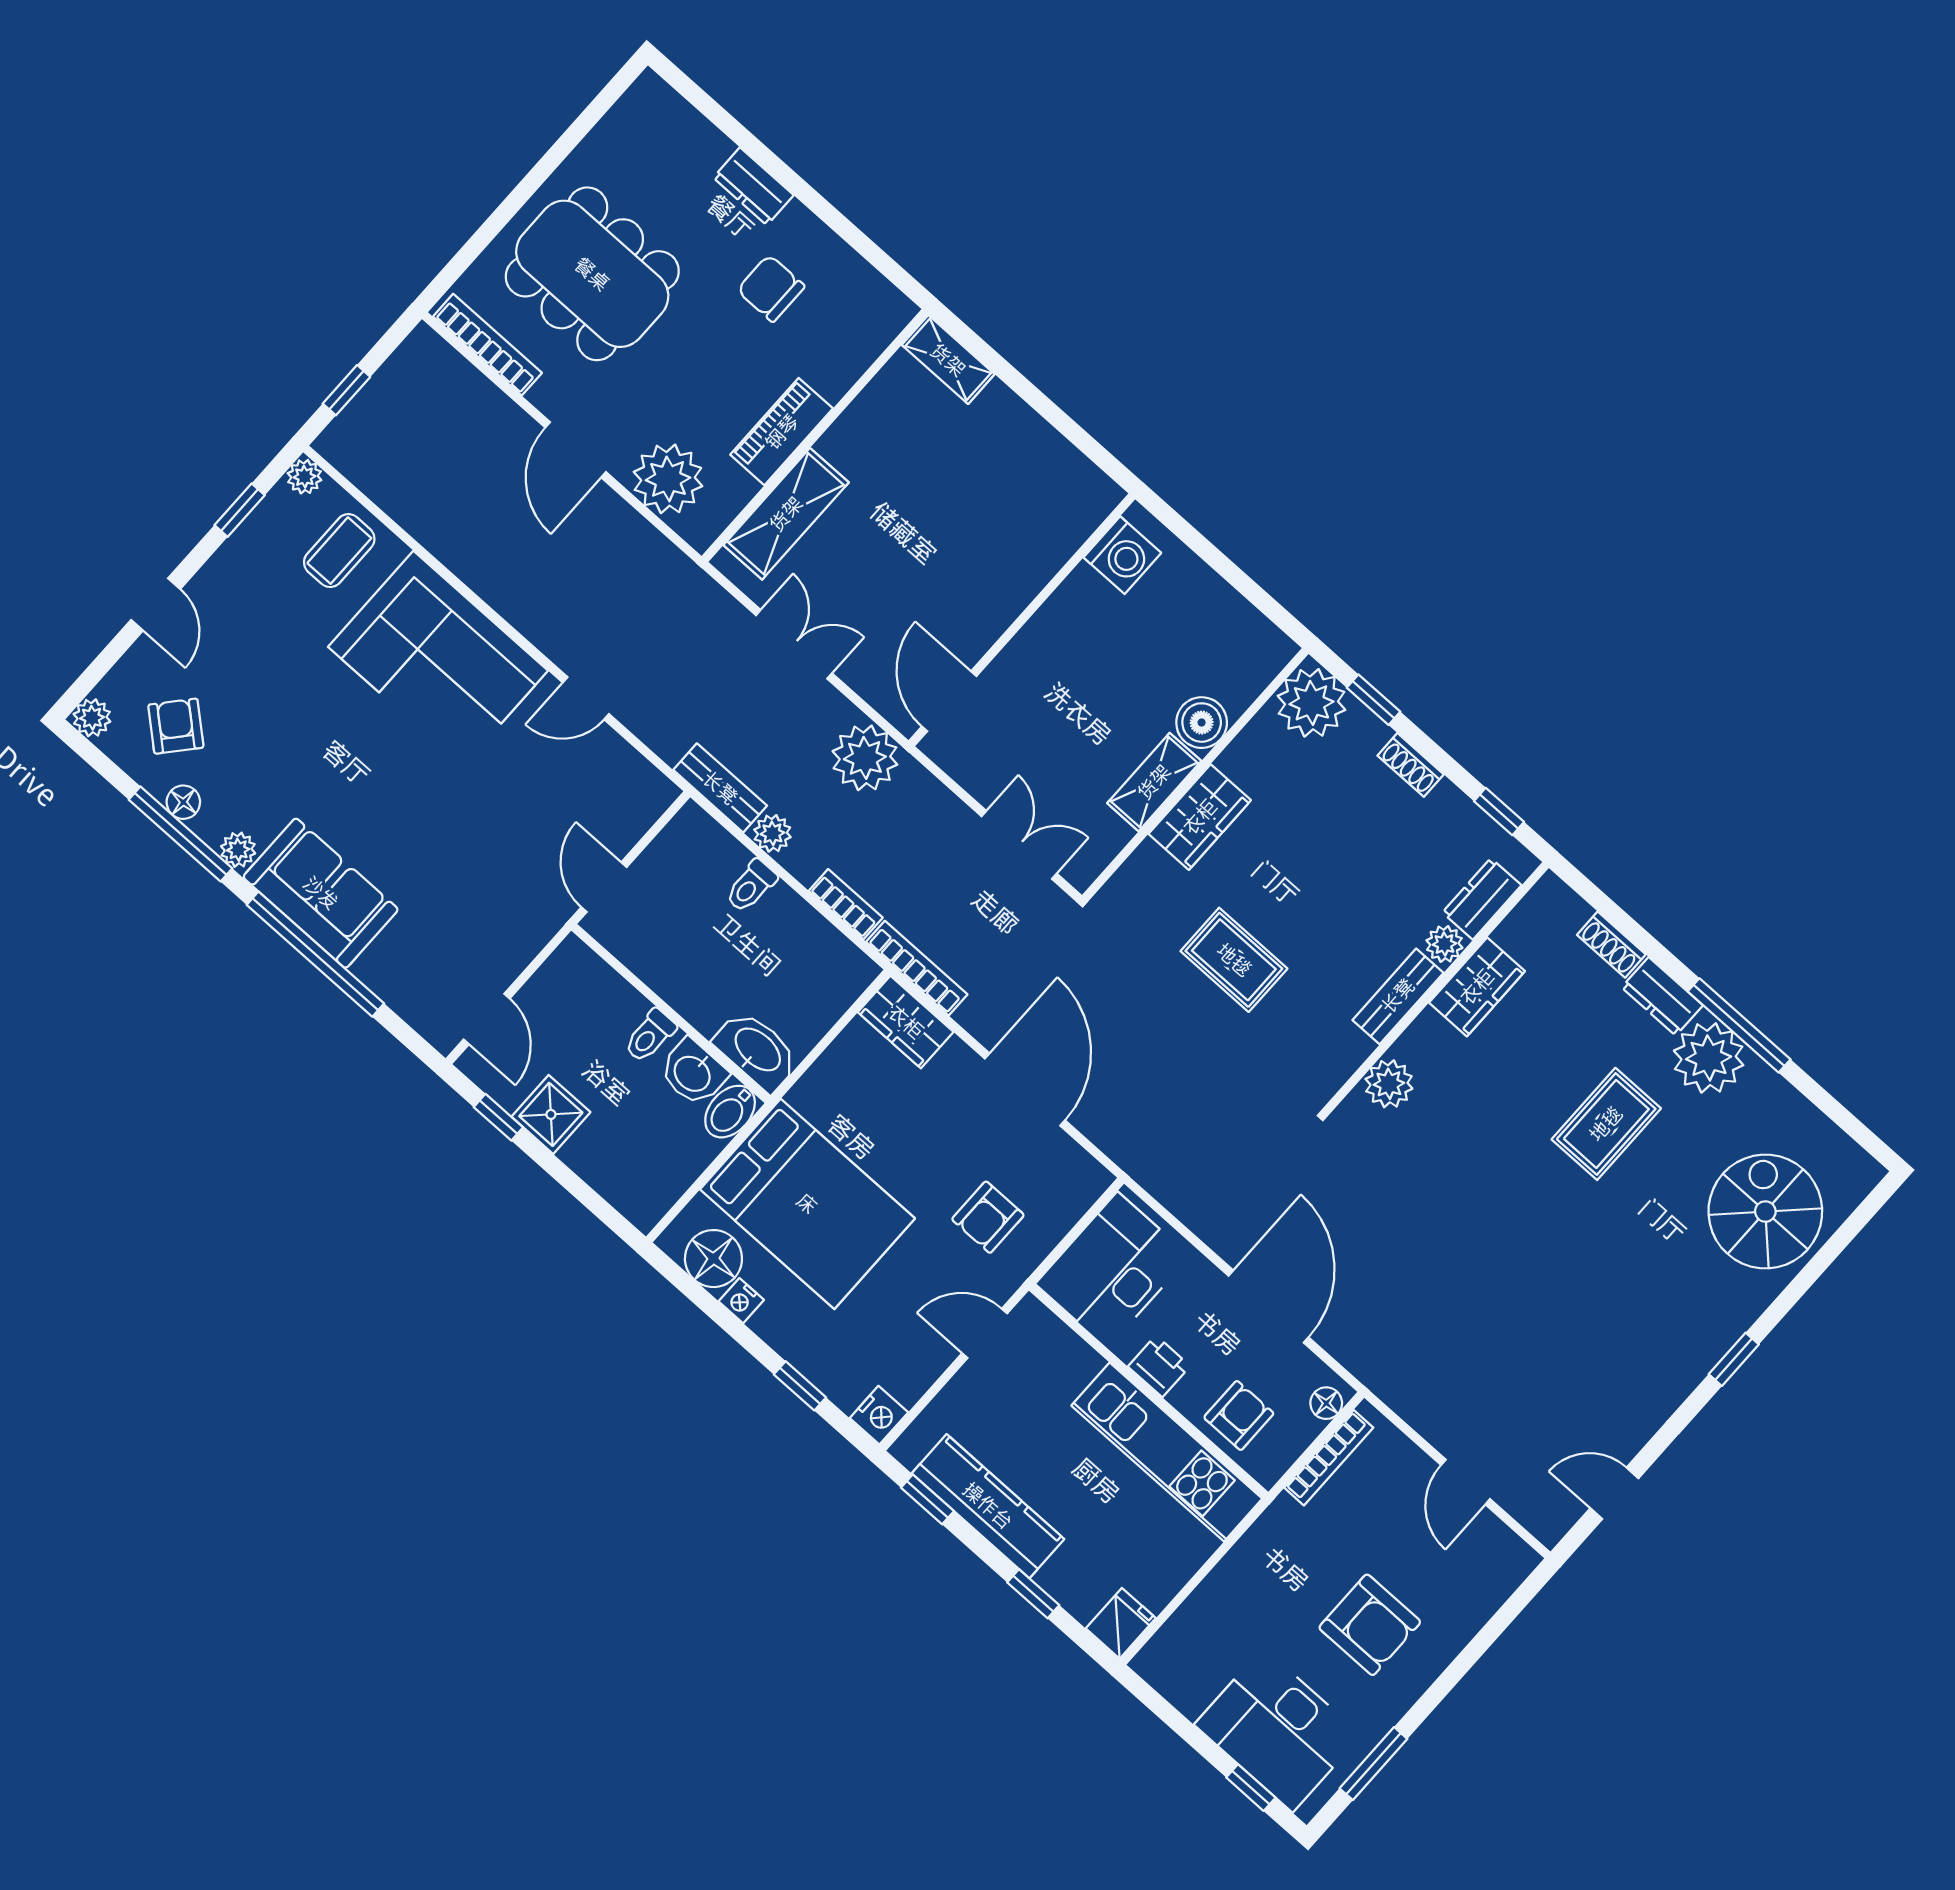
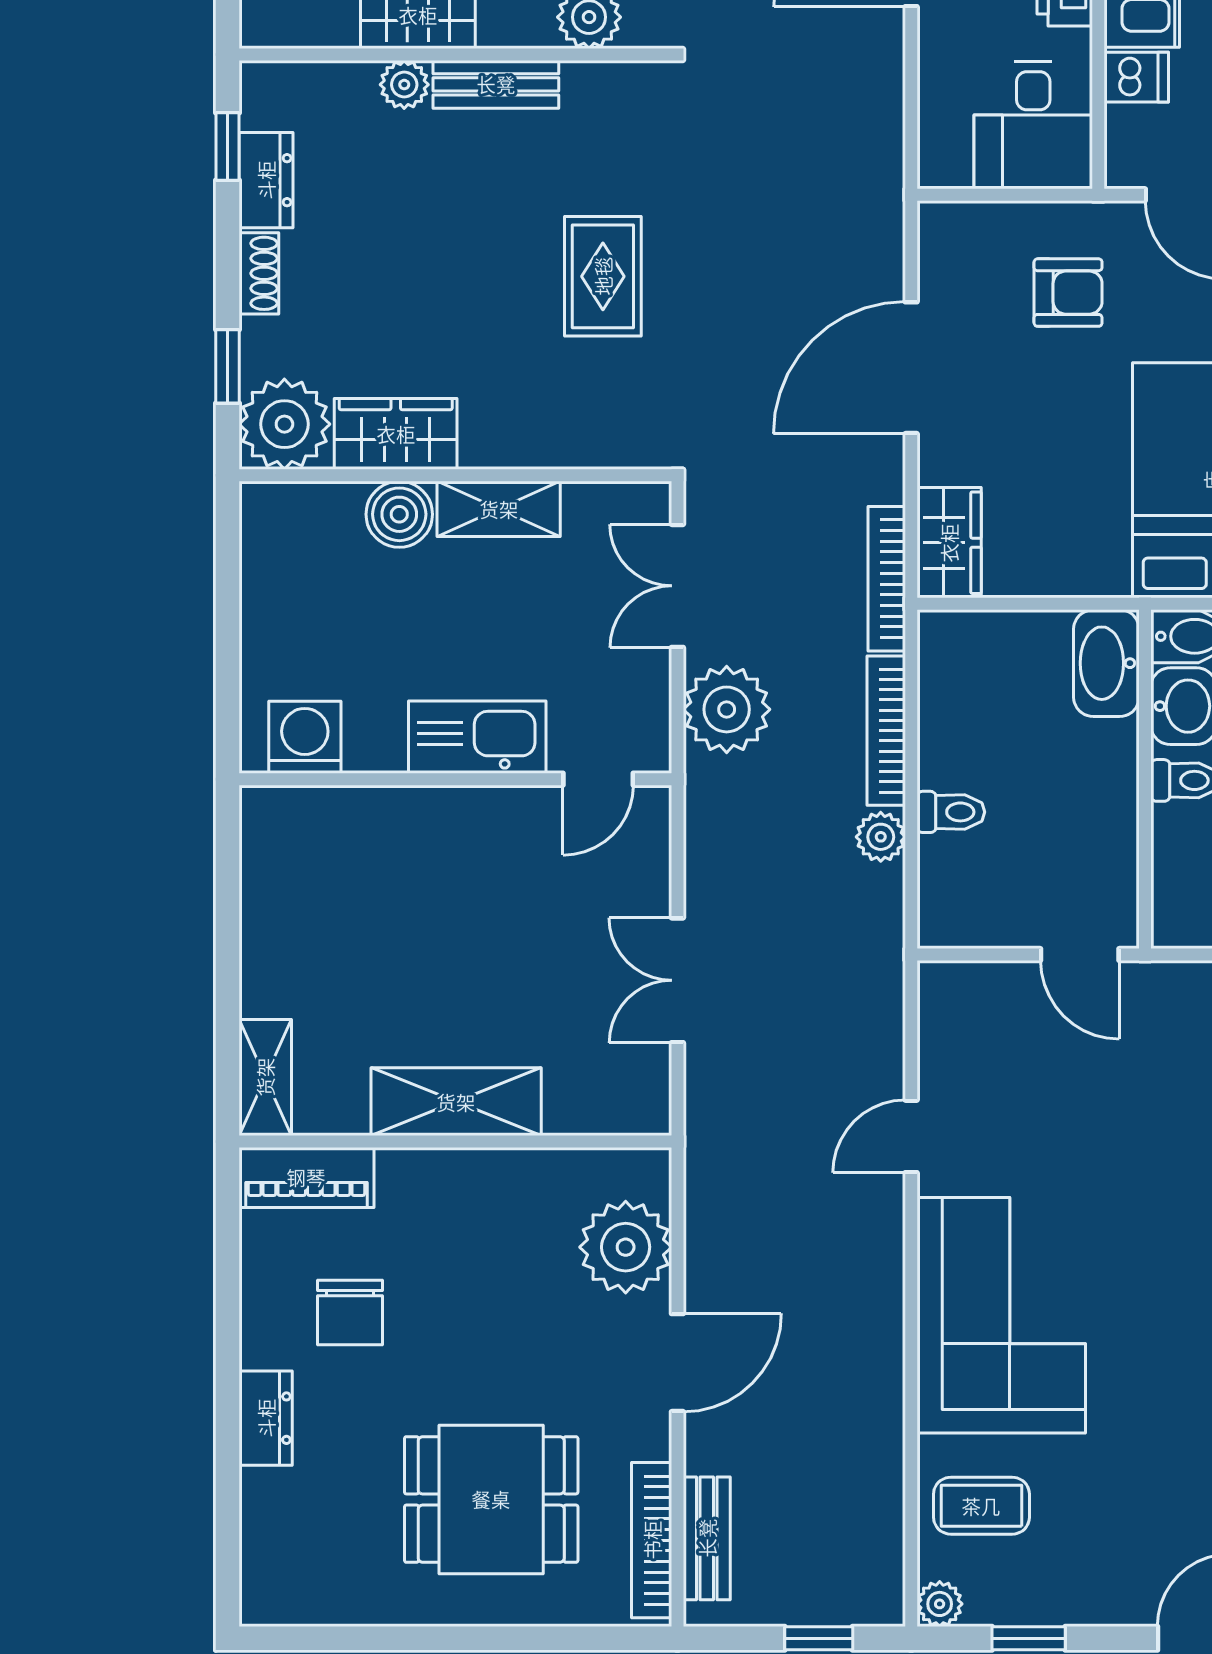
dining table: (592, 274) -> (491, 1499), width x0.73
piano: (782, 432) -> (306, 1177), moved
shelving: (786, 514) -> (456, 1102), moved
kitchen sink: (1035, 654) -> (477, 737), added
door: (586, 698) -> (911, 1136), swing flipped
door: (949, 701) -> (598, 779), width x0.73
plant: (865, 758) -> (727, 709), moved
bench: (720, 788) -> (707, 1538), moved
wardrobe: (1200, 817) -> (396, 434), moved
door: (604, 887) -> (1080, 954), hinge flipped
dresser: (1482, 899) -> (266, 180), moved, turned -90
bookcase: (846, 904) -> (886, 731), width x1.56
desk: (1112, 1270) -> (1033, 125), width x0.73
dishwasher: (1076, 1366) -> (1136, 77), added

